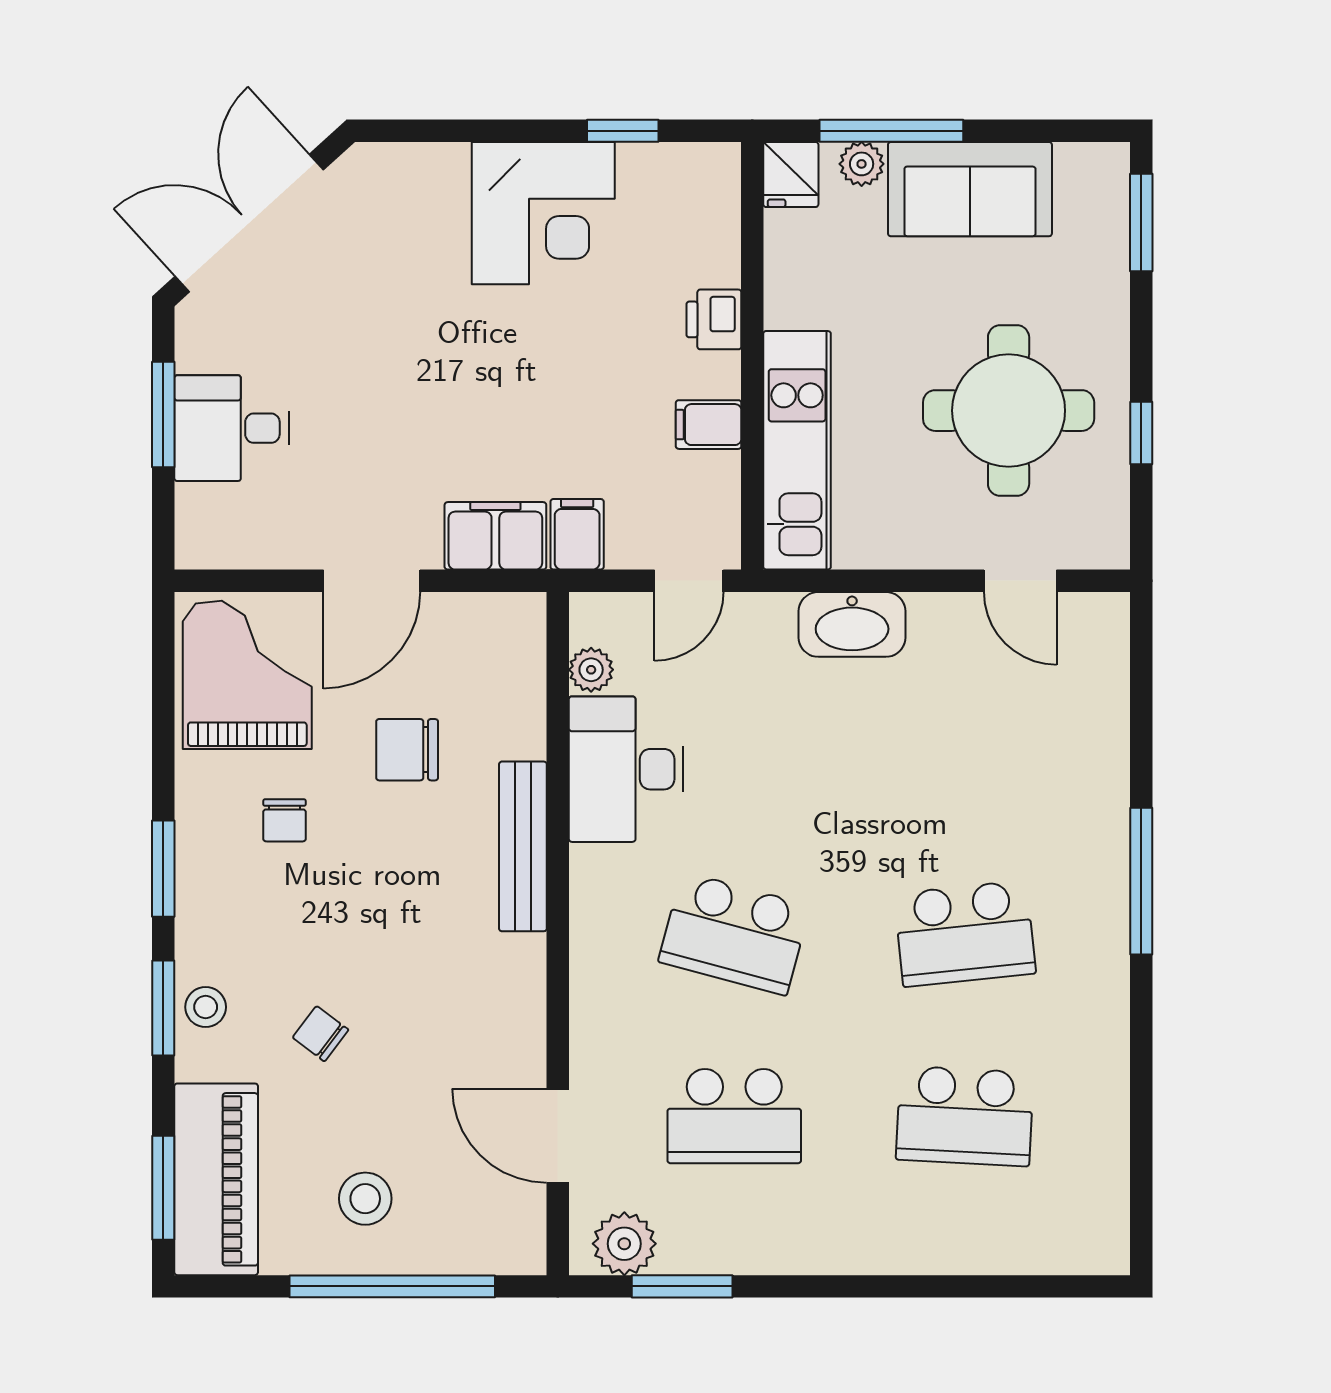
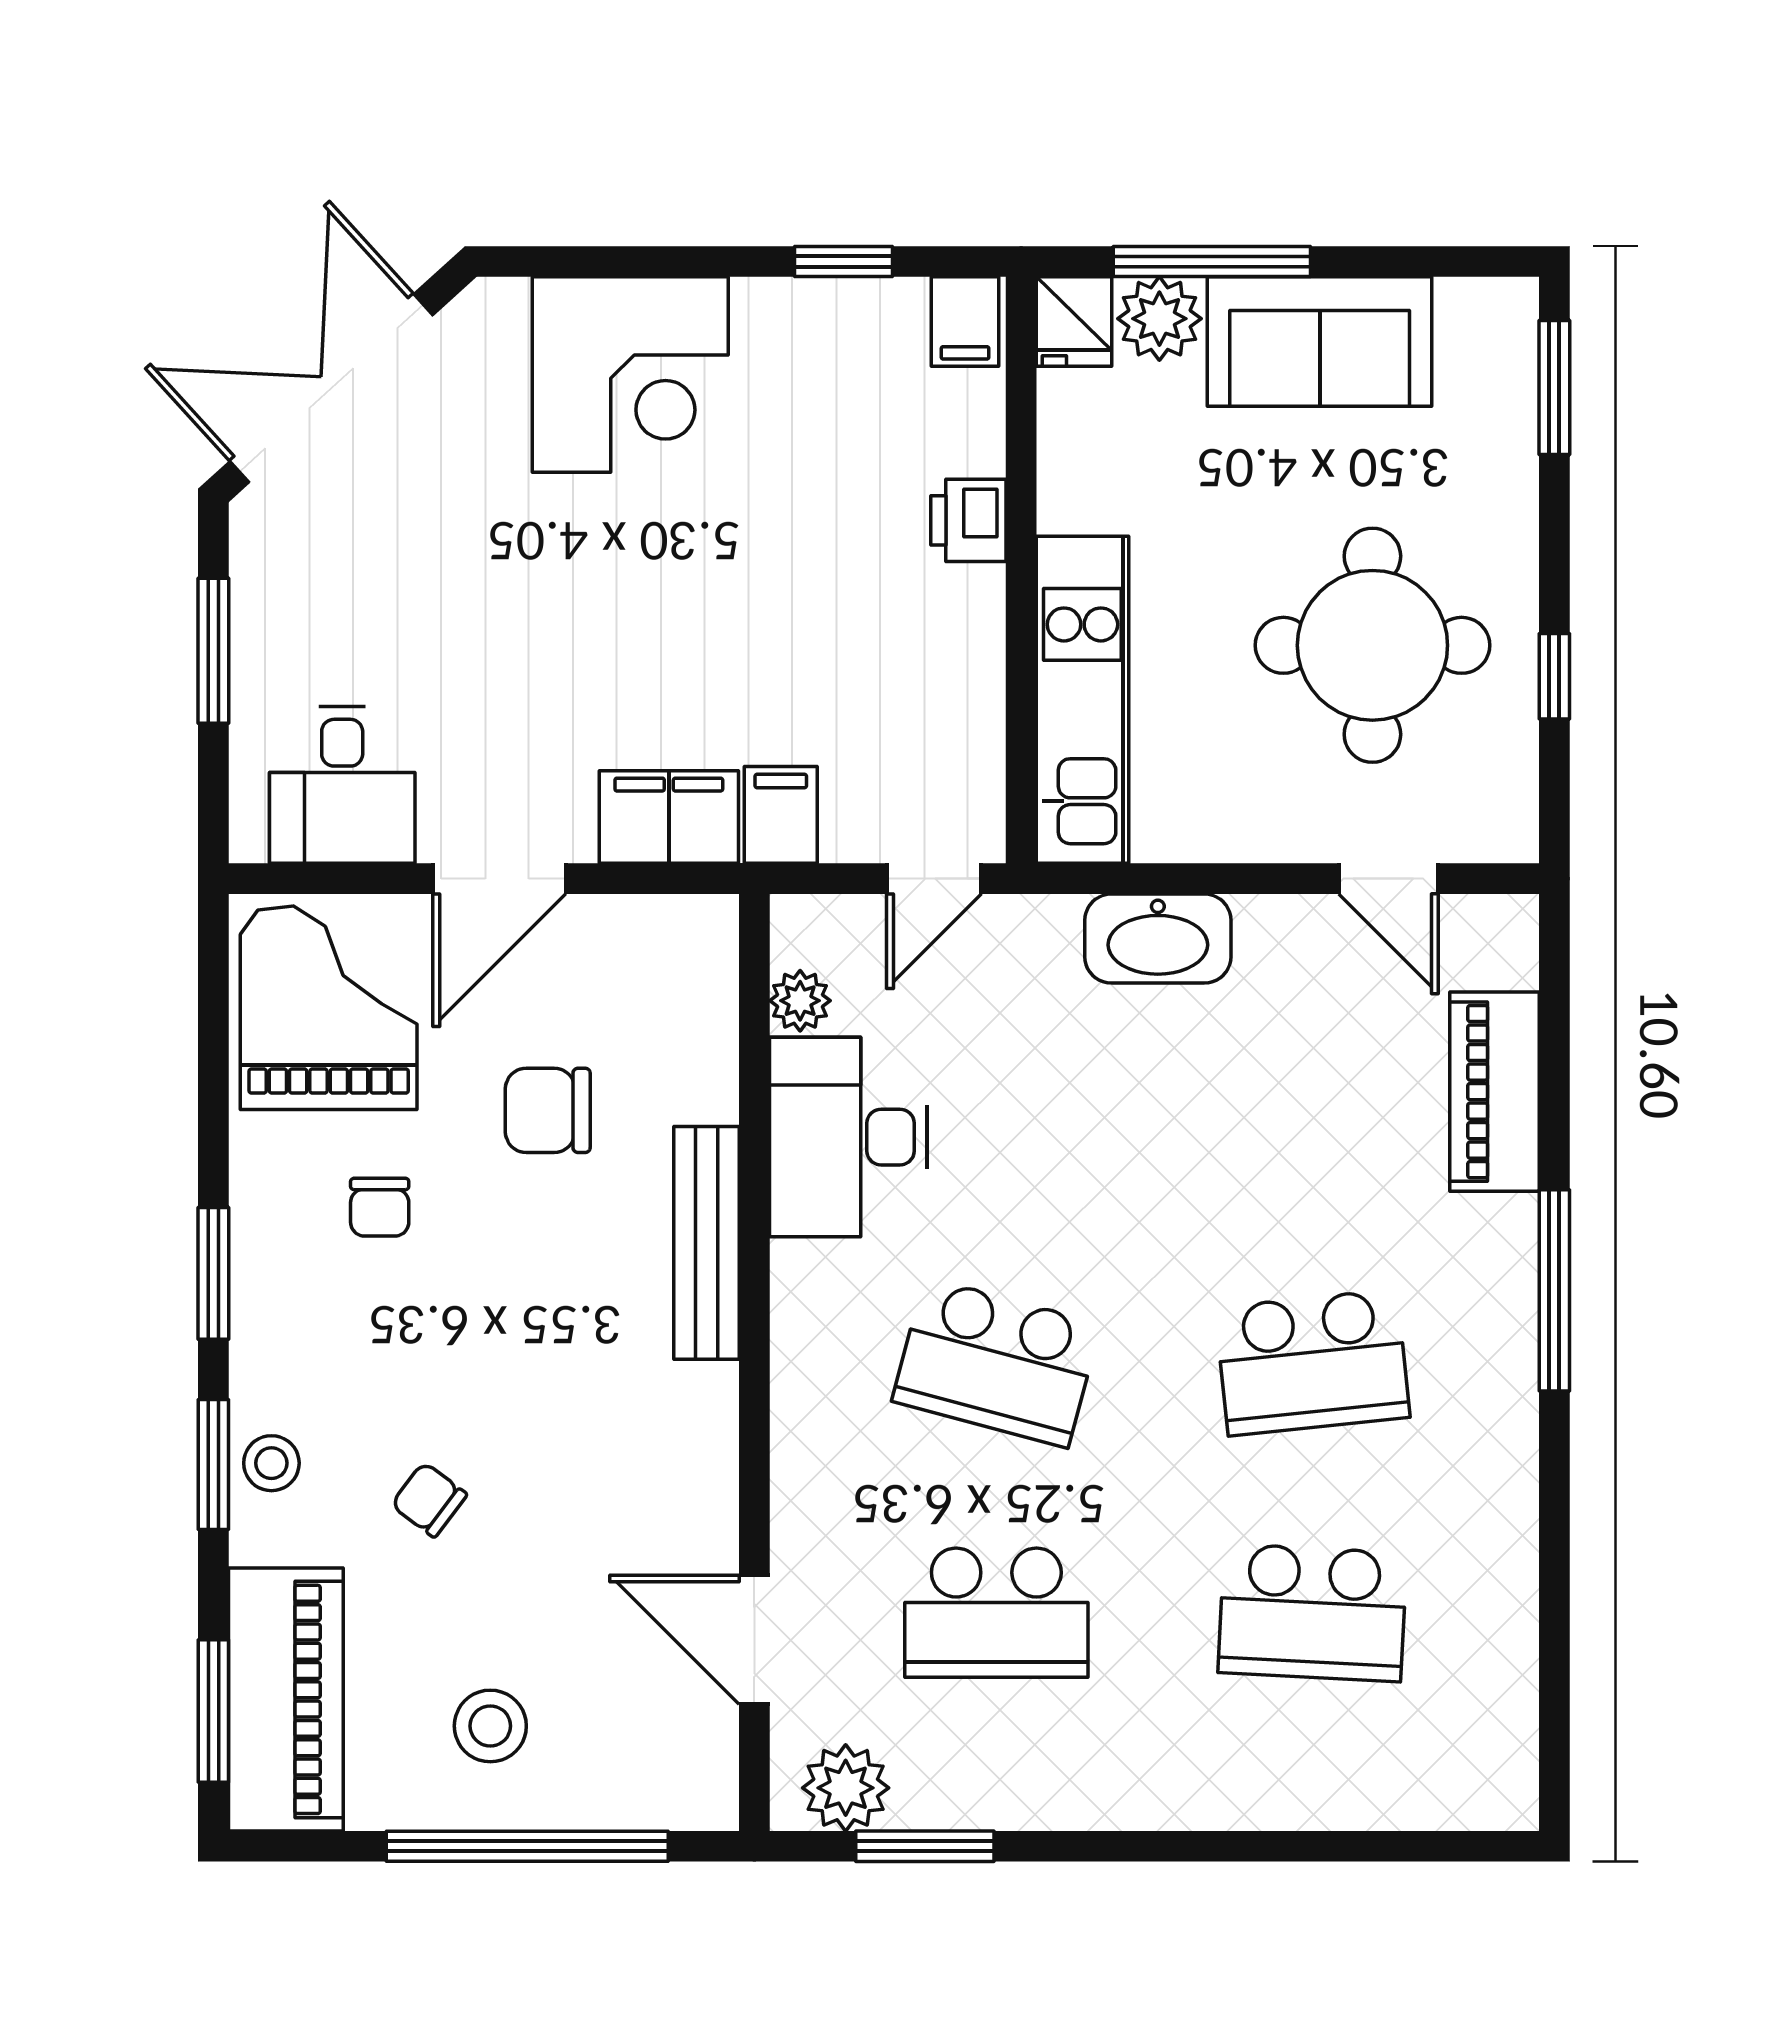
plant: (862, 164) -> (1159, 319), width x1.38, depth x1.38
corner desk: (543, 213) -> (630, 375), moved
filing cabinet: (709, 425) -> (965, 321), moved, turned -90
desk: (232, 428) -> (342, 785), moved, turned -90
piano: (1098, 736) -> (1495, 1092), added

